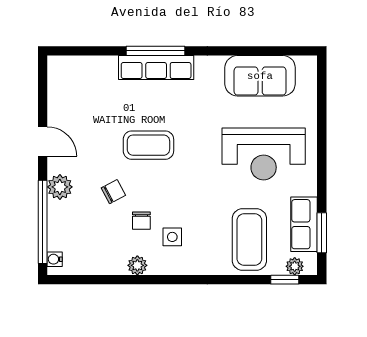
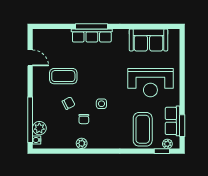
door: (43, 141) -> (30, 58), moved
coffee table: (148, 145) -> (63, 76), moved
plant: (60, 187) -> (39, 128), moved
side table: (172, 237) -> (101, 104), moved

